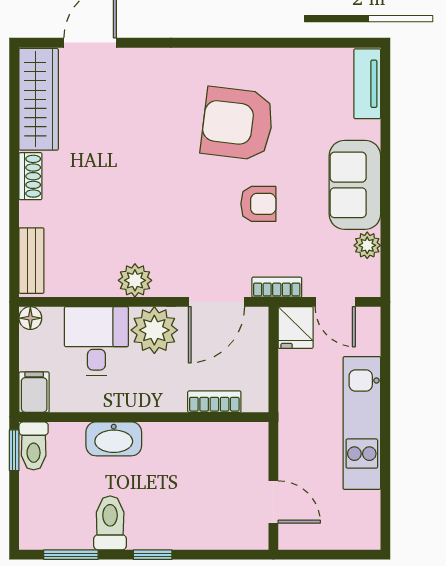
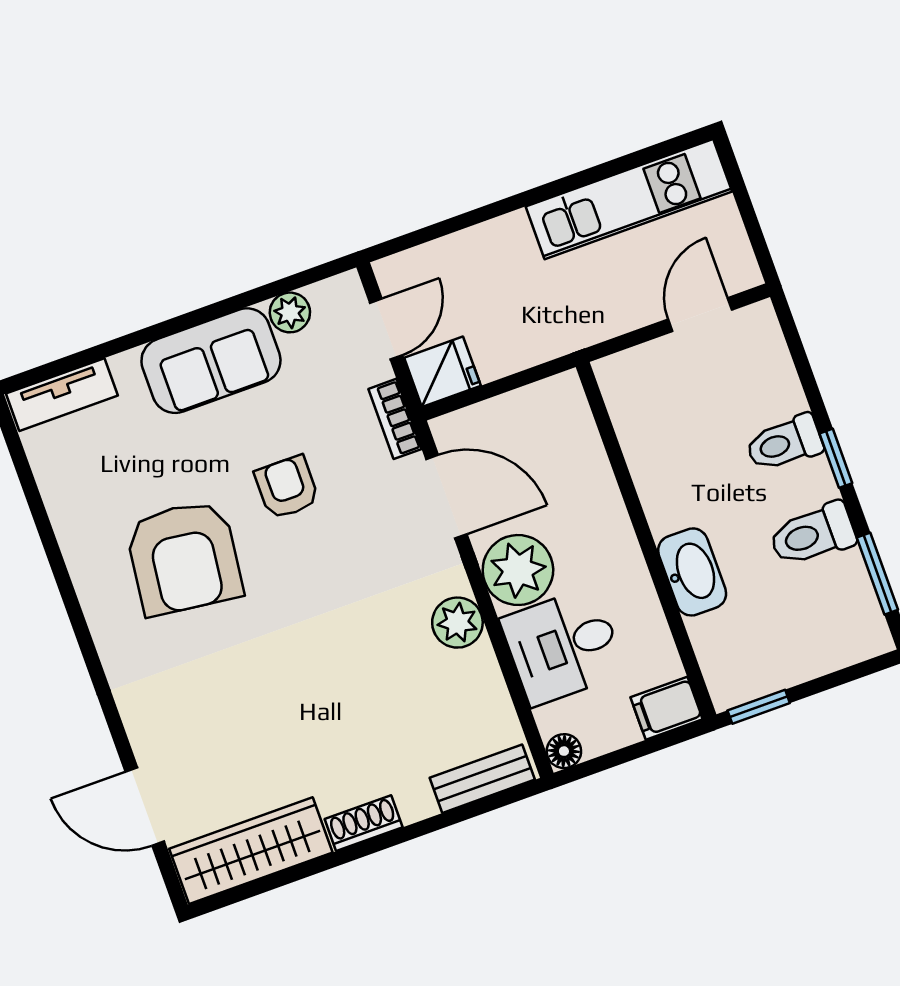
bookcase: (214, 402) -> (588, 449), removed
kitchen unit: (362, 423) -> (629, 199), moved
toilet: (34, 446) -> (784, 443), moved, turned 180

